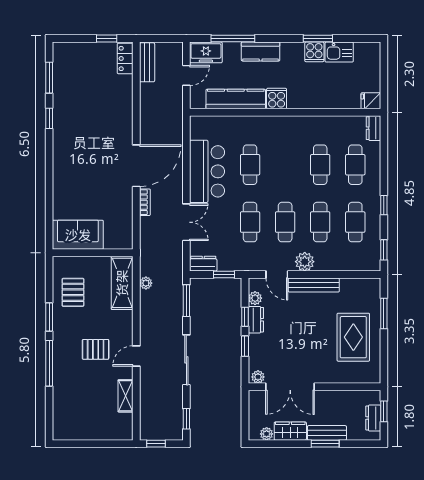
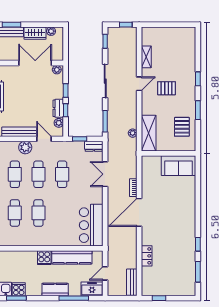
locker: (125, 58) -> (147, 256), moved
cafe table: (250, 165) -> (38, 213), moved
bar counter: (207, 171) -> (91, 225), moved
window: (49, 363) -> (198, 79), width x0.46

